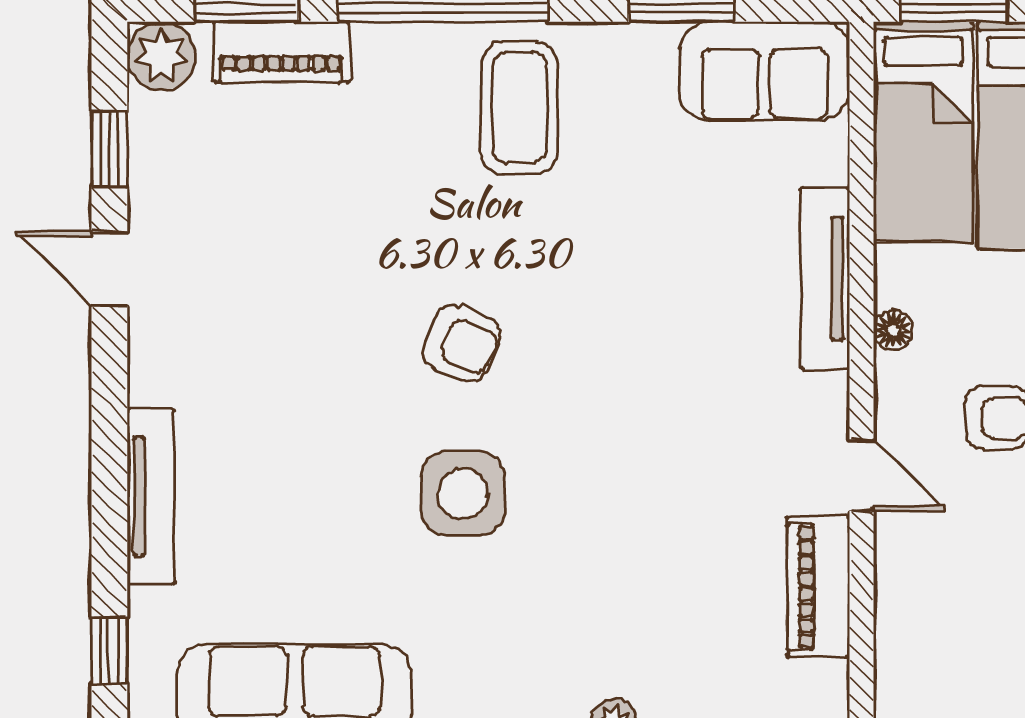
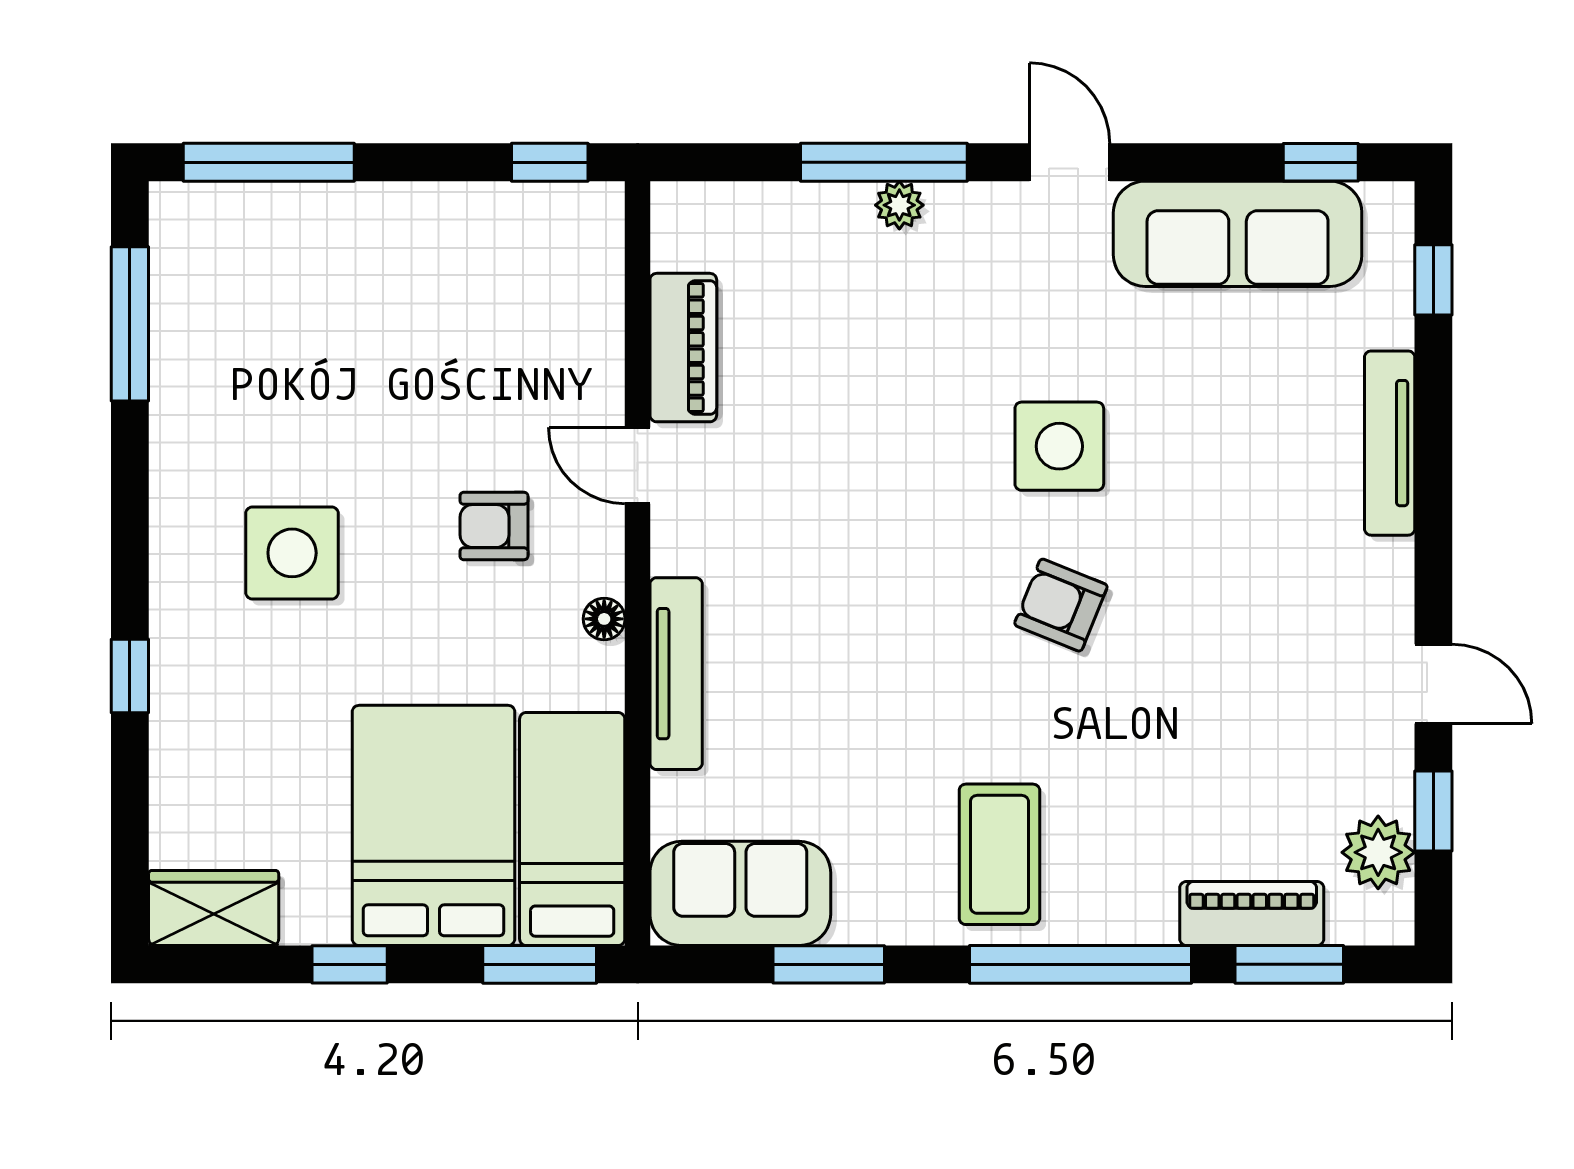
plant: (162, 56) -> (1378, 852), moved

